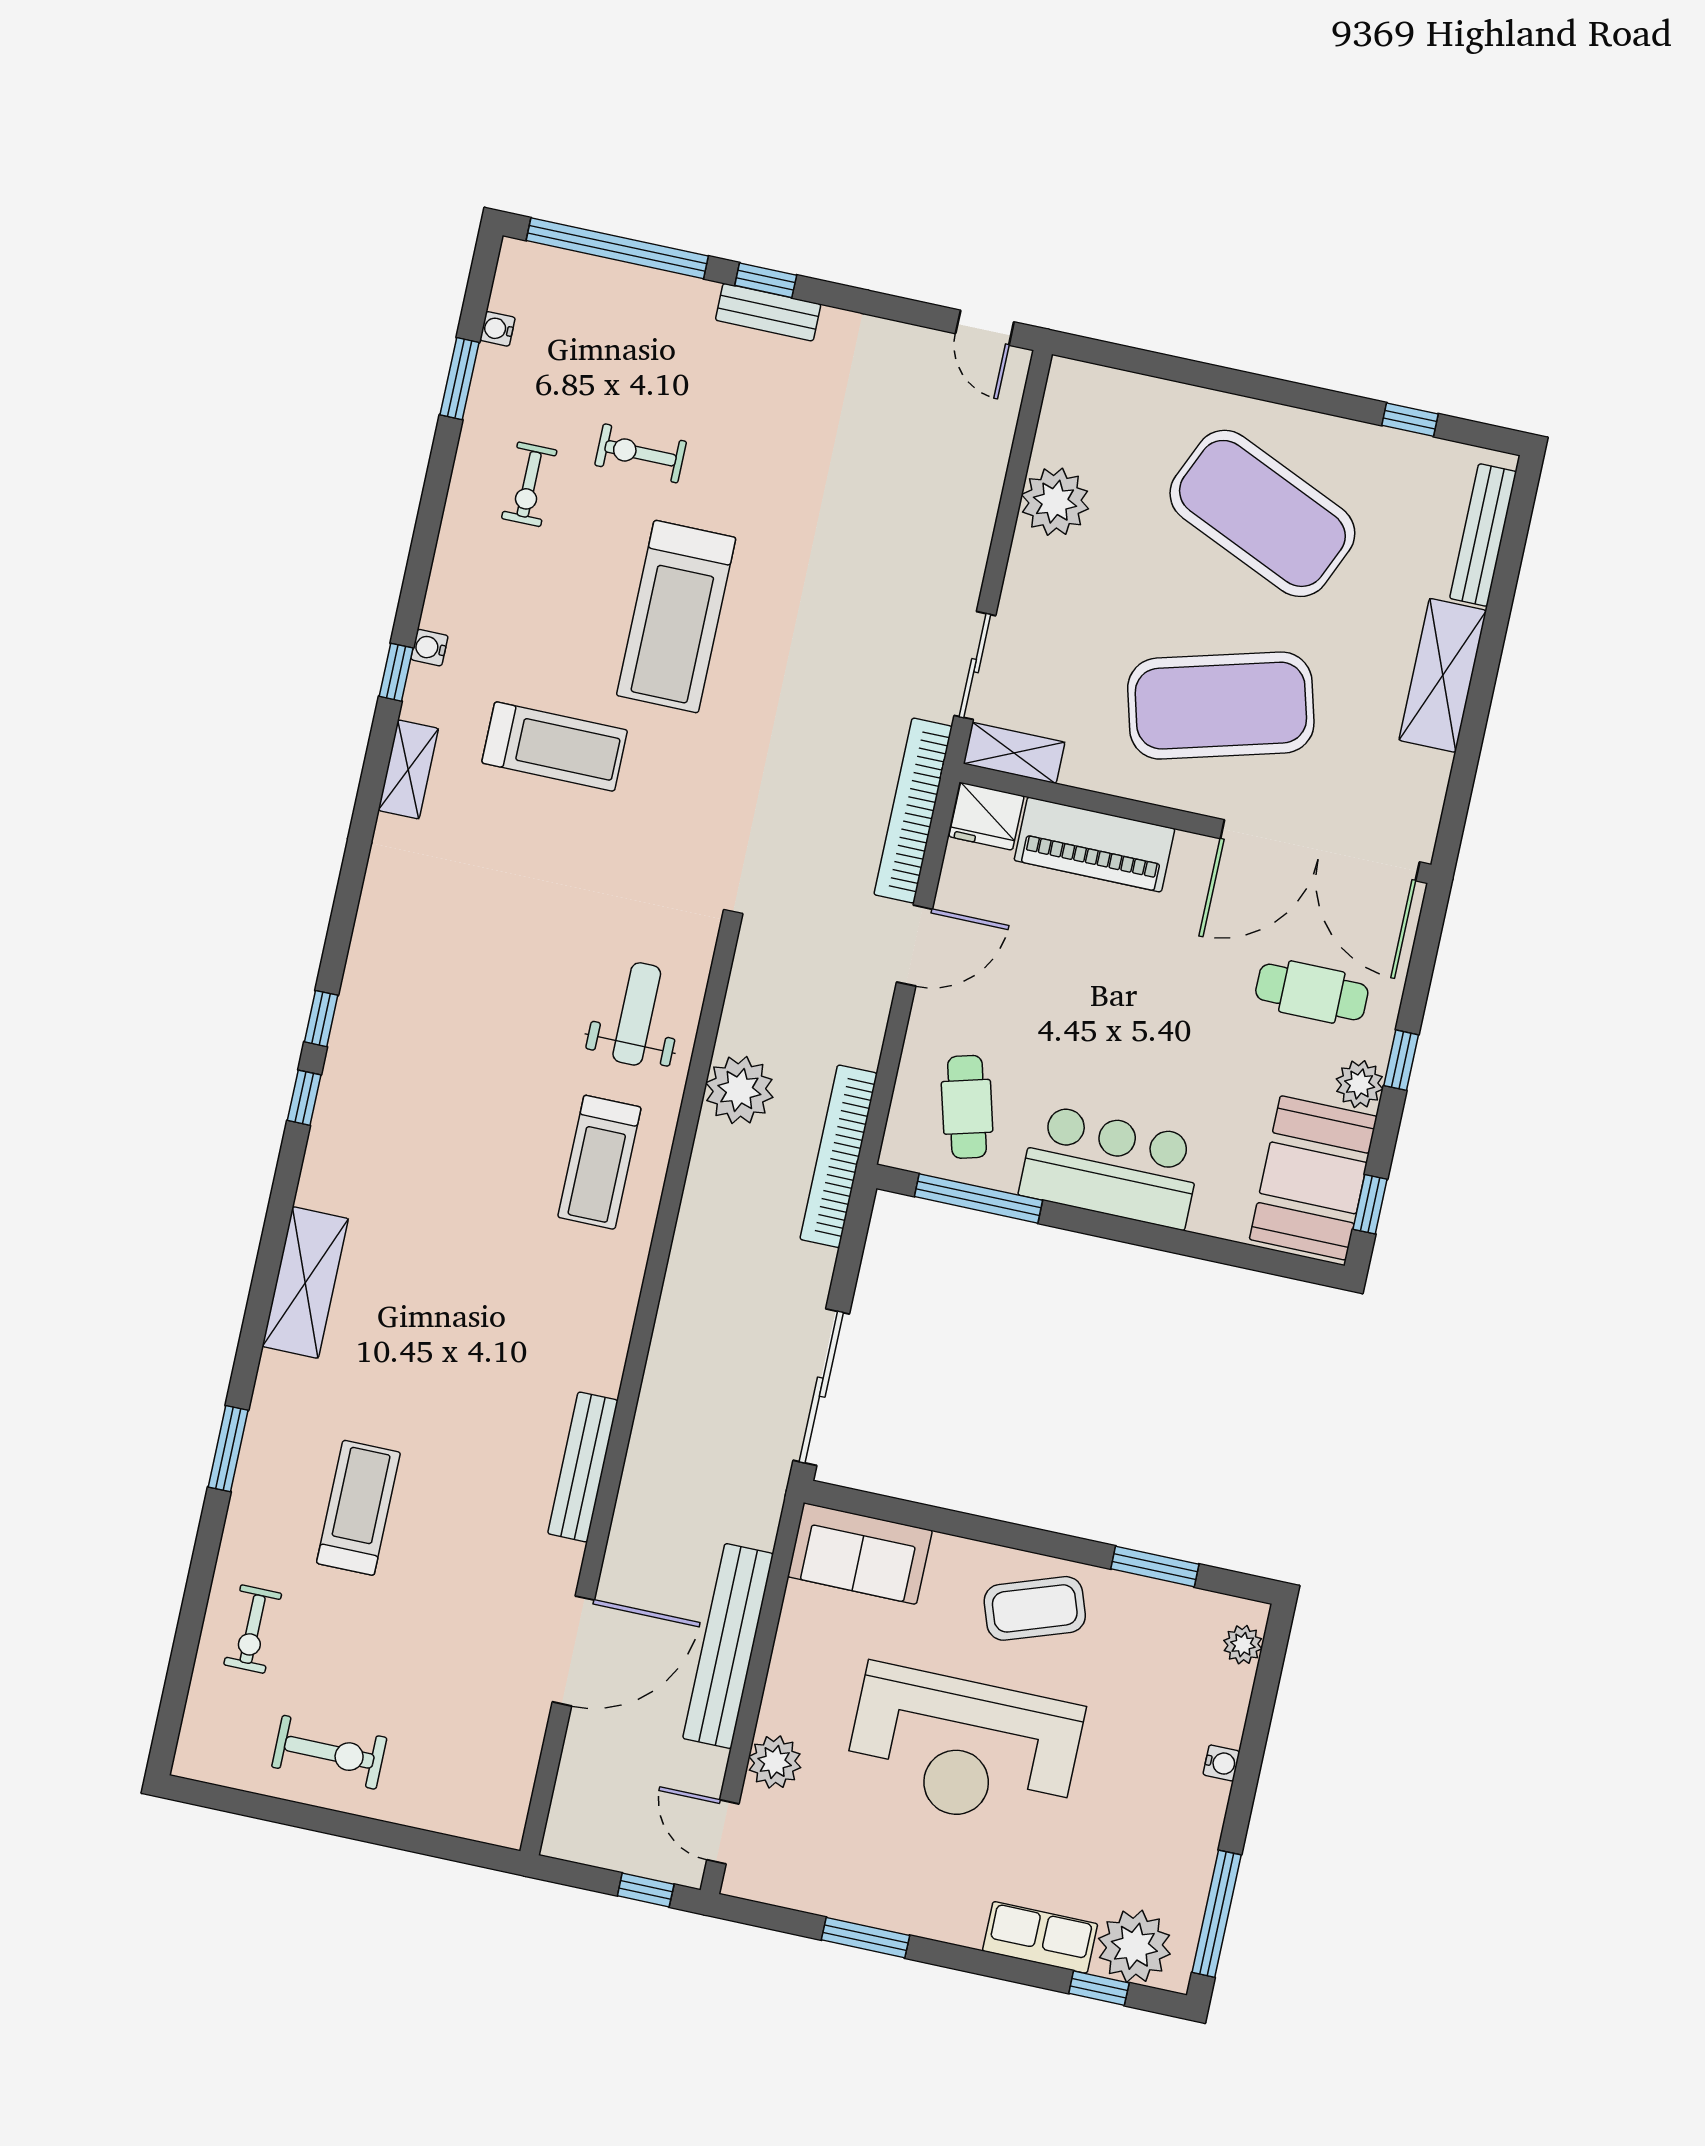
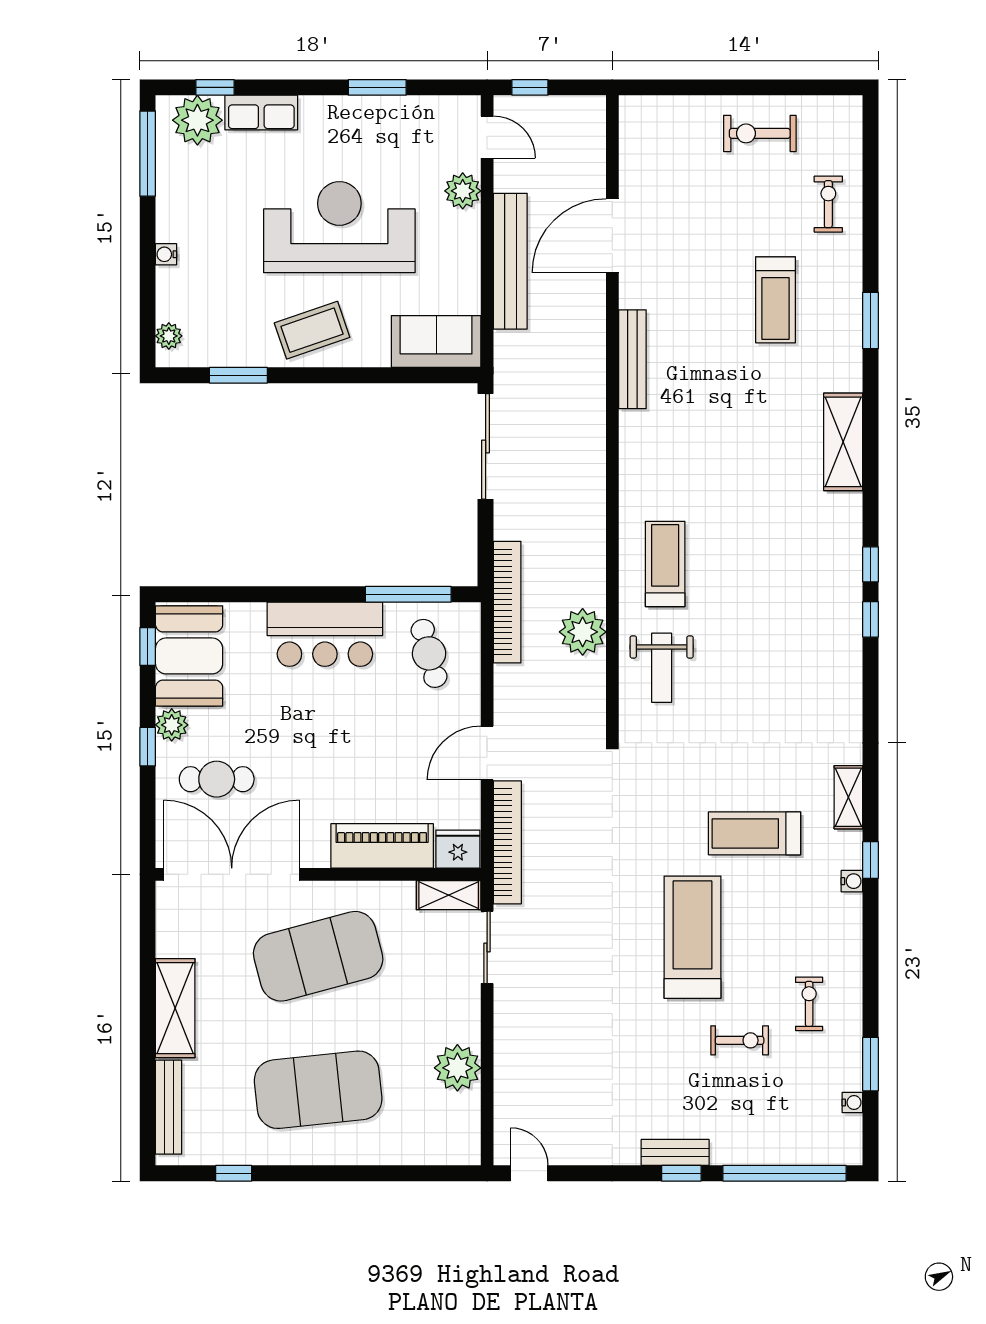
exercise mat: (1262, 513) -> (318, 1090), turned -30

